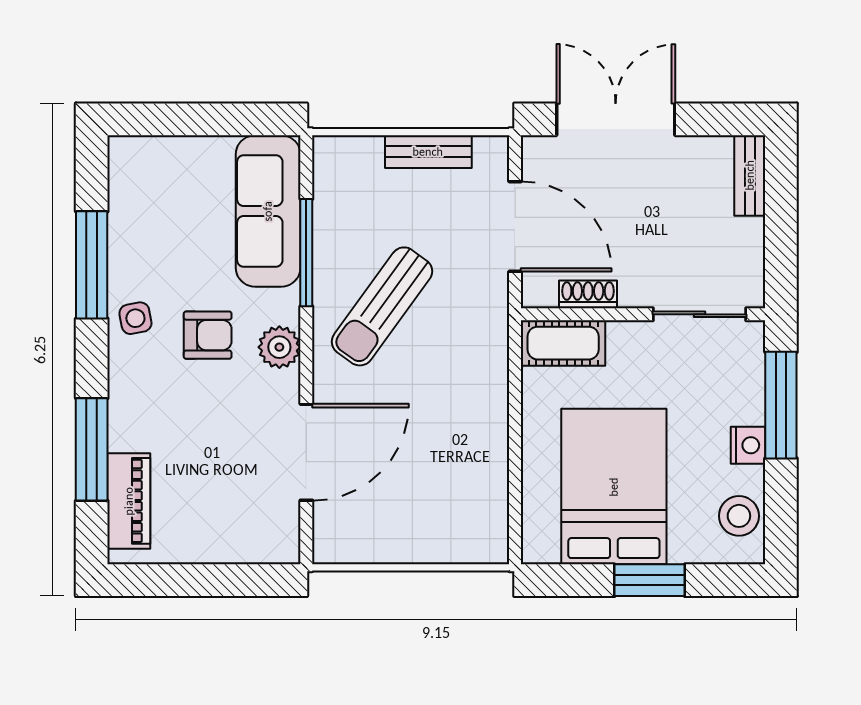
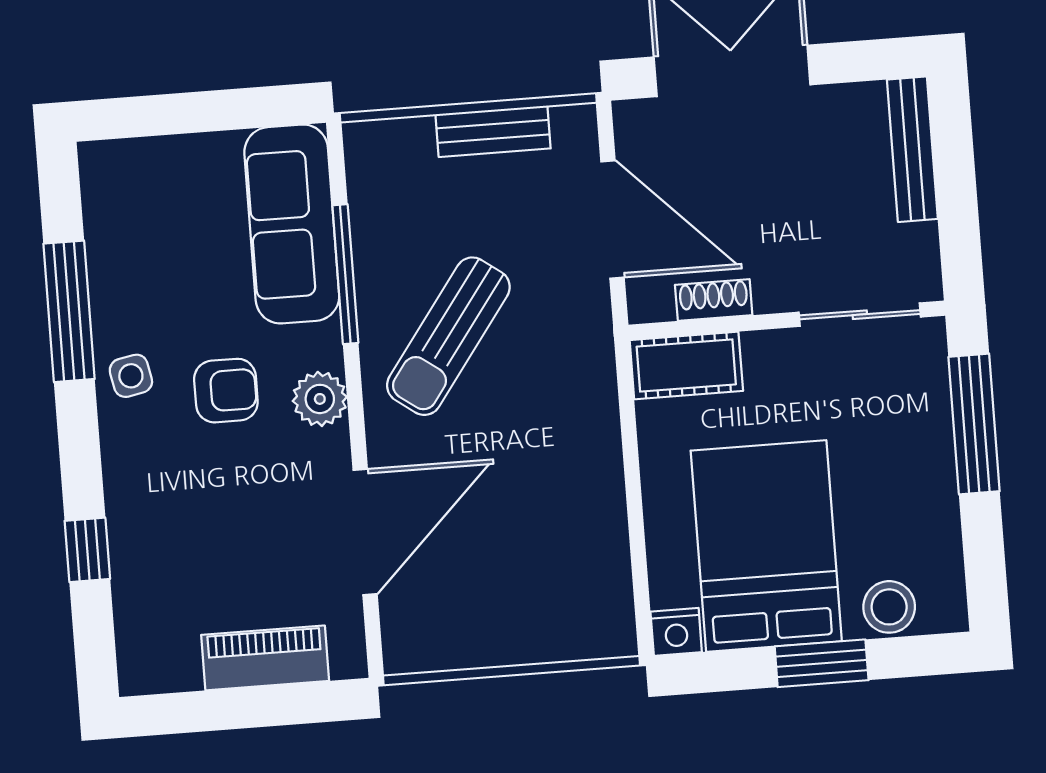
bench: (750, 175) -> (912, 149), width x1.36
nightstand: (748, 445) -> (676, 632), moved, turned 90
window: (92, 449) -> (87, 550), width x0.46
piano: (129, 501) -> (265, 658), moved, turned -90
stool: (739, 516) -> (889, 607), moved

